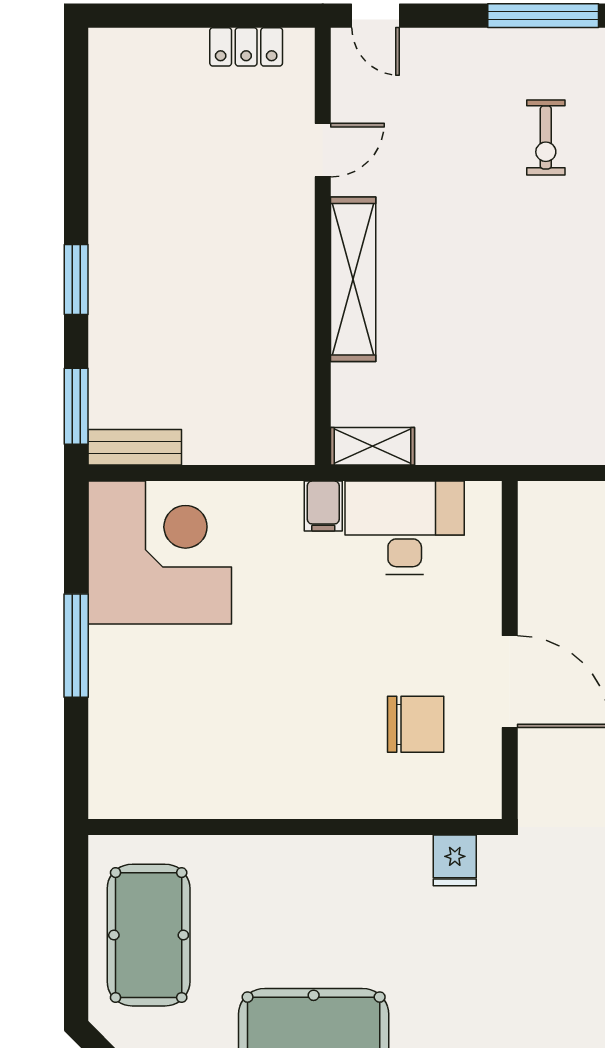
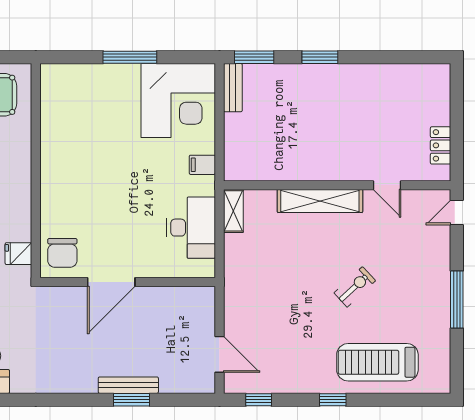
exercise bike: (546, 137) -> (355, 287), moved, turned 137
filing cabinet: (323, 506) -> (202, 165), moved
chair: (416, 724) -> (62, 253), moved

